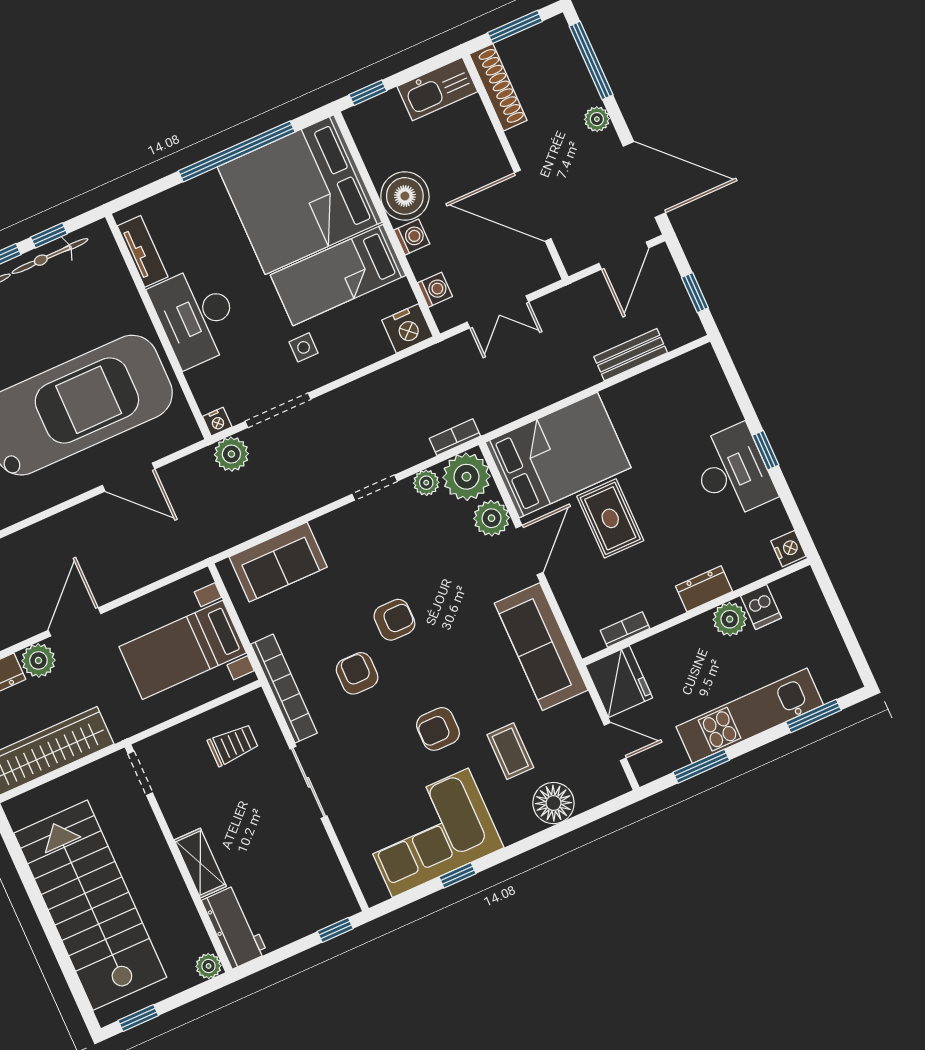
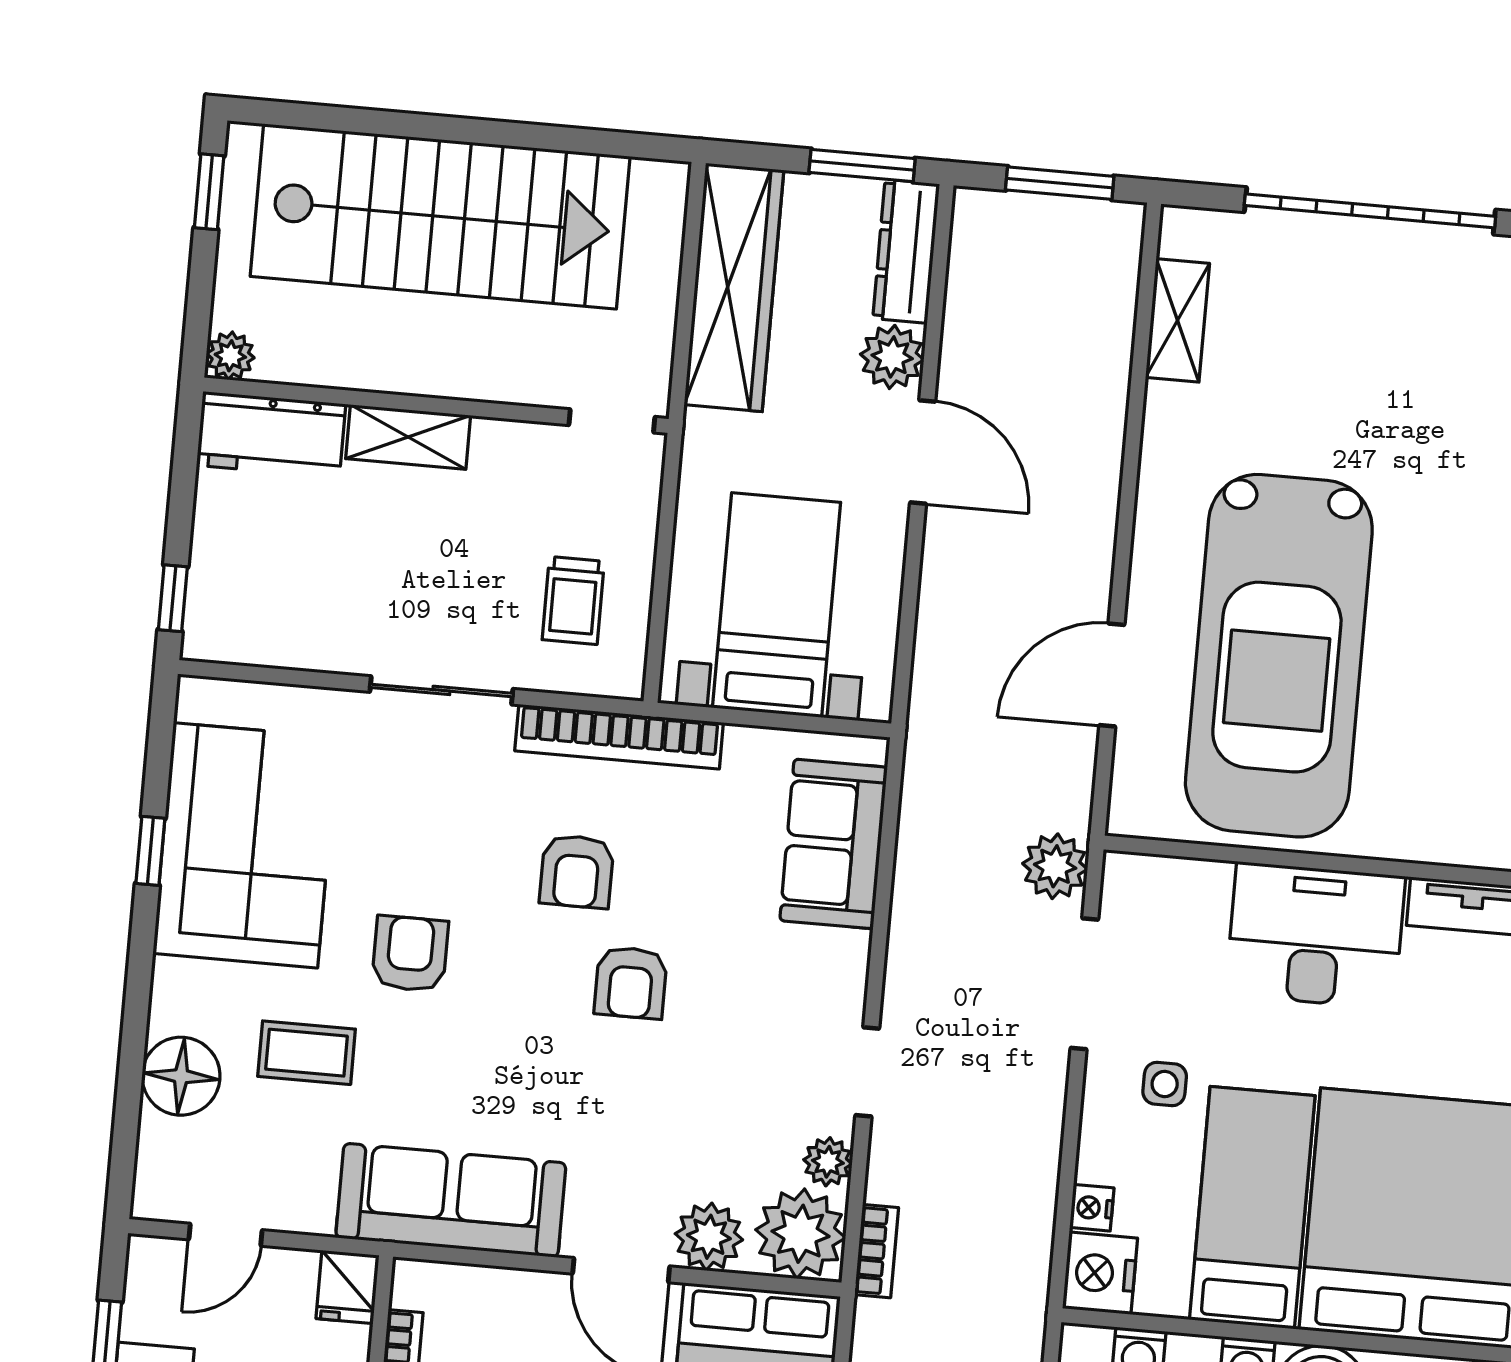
nightstand: (217, 422) -> (1092, 1208), moved
armchair: (357, 673) -> (577, 871), turned 90
fridge: (619, 682) -> (348, 1287), width x0.53, depth x0.75

